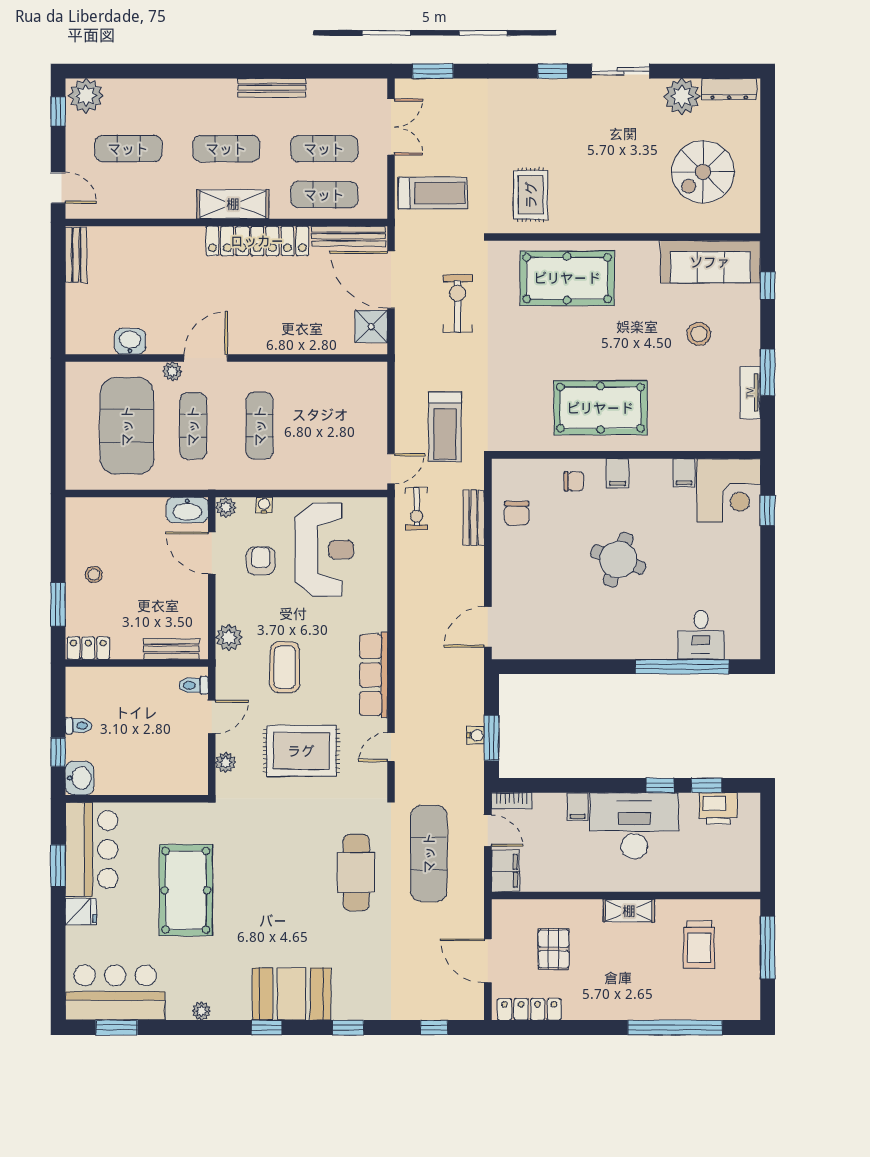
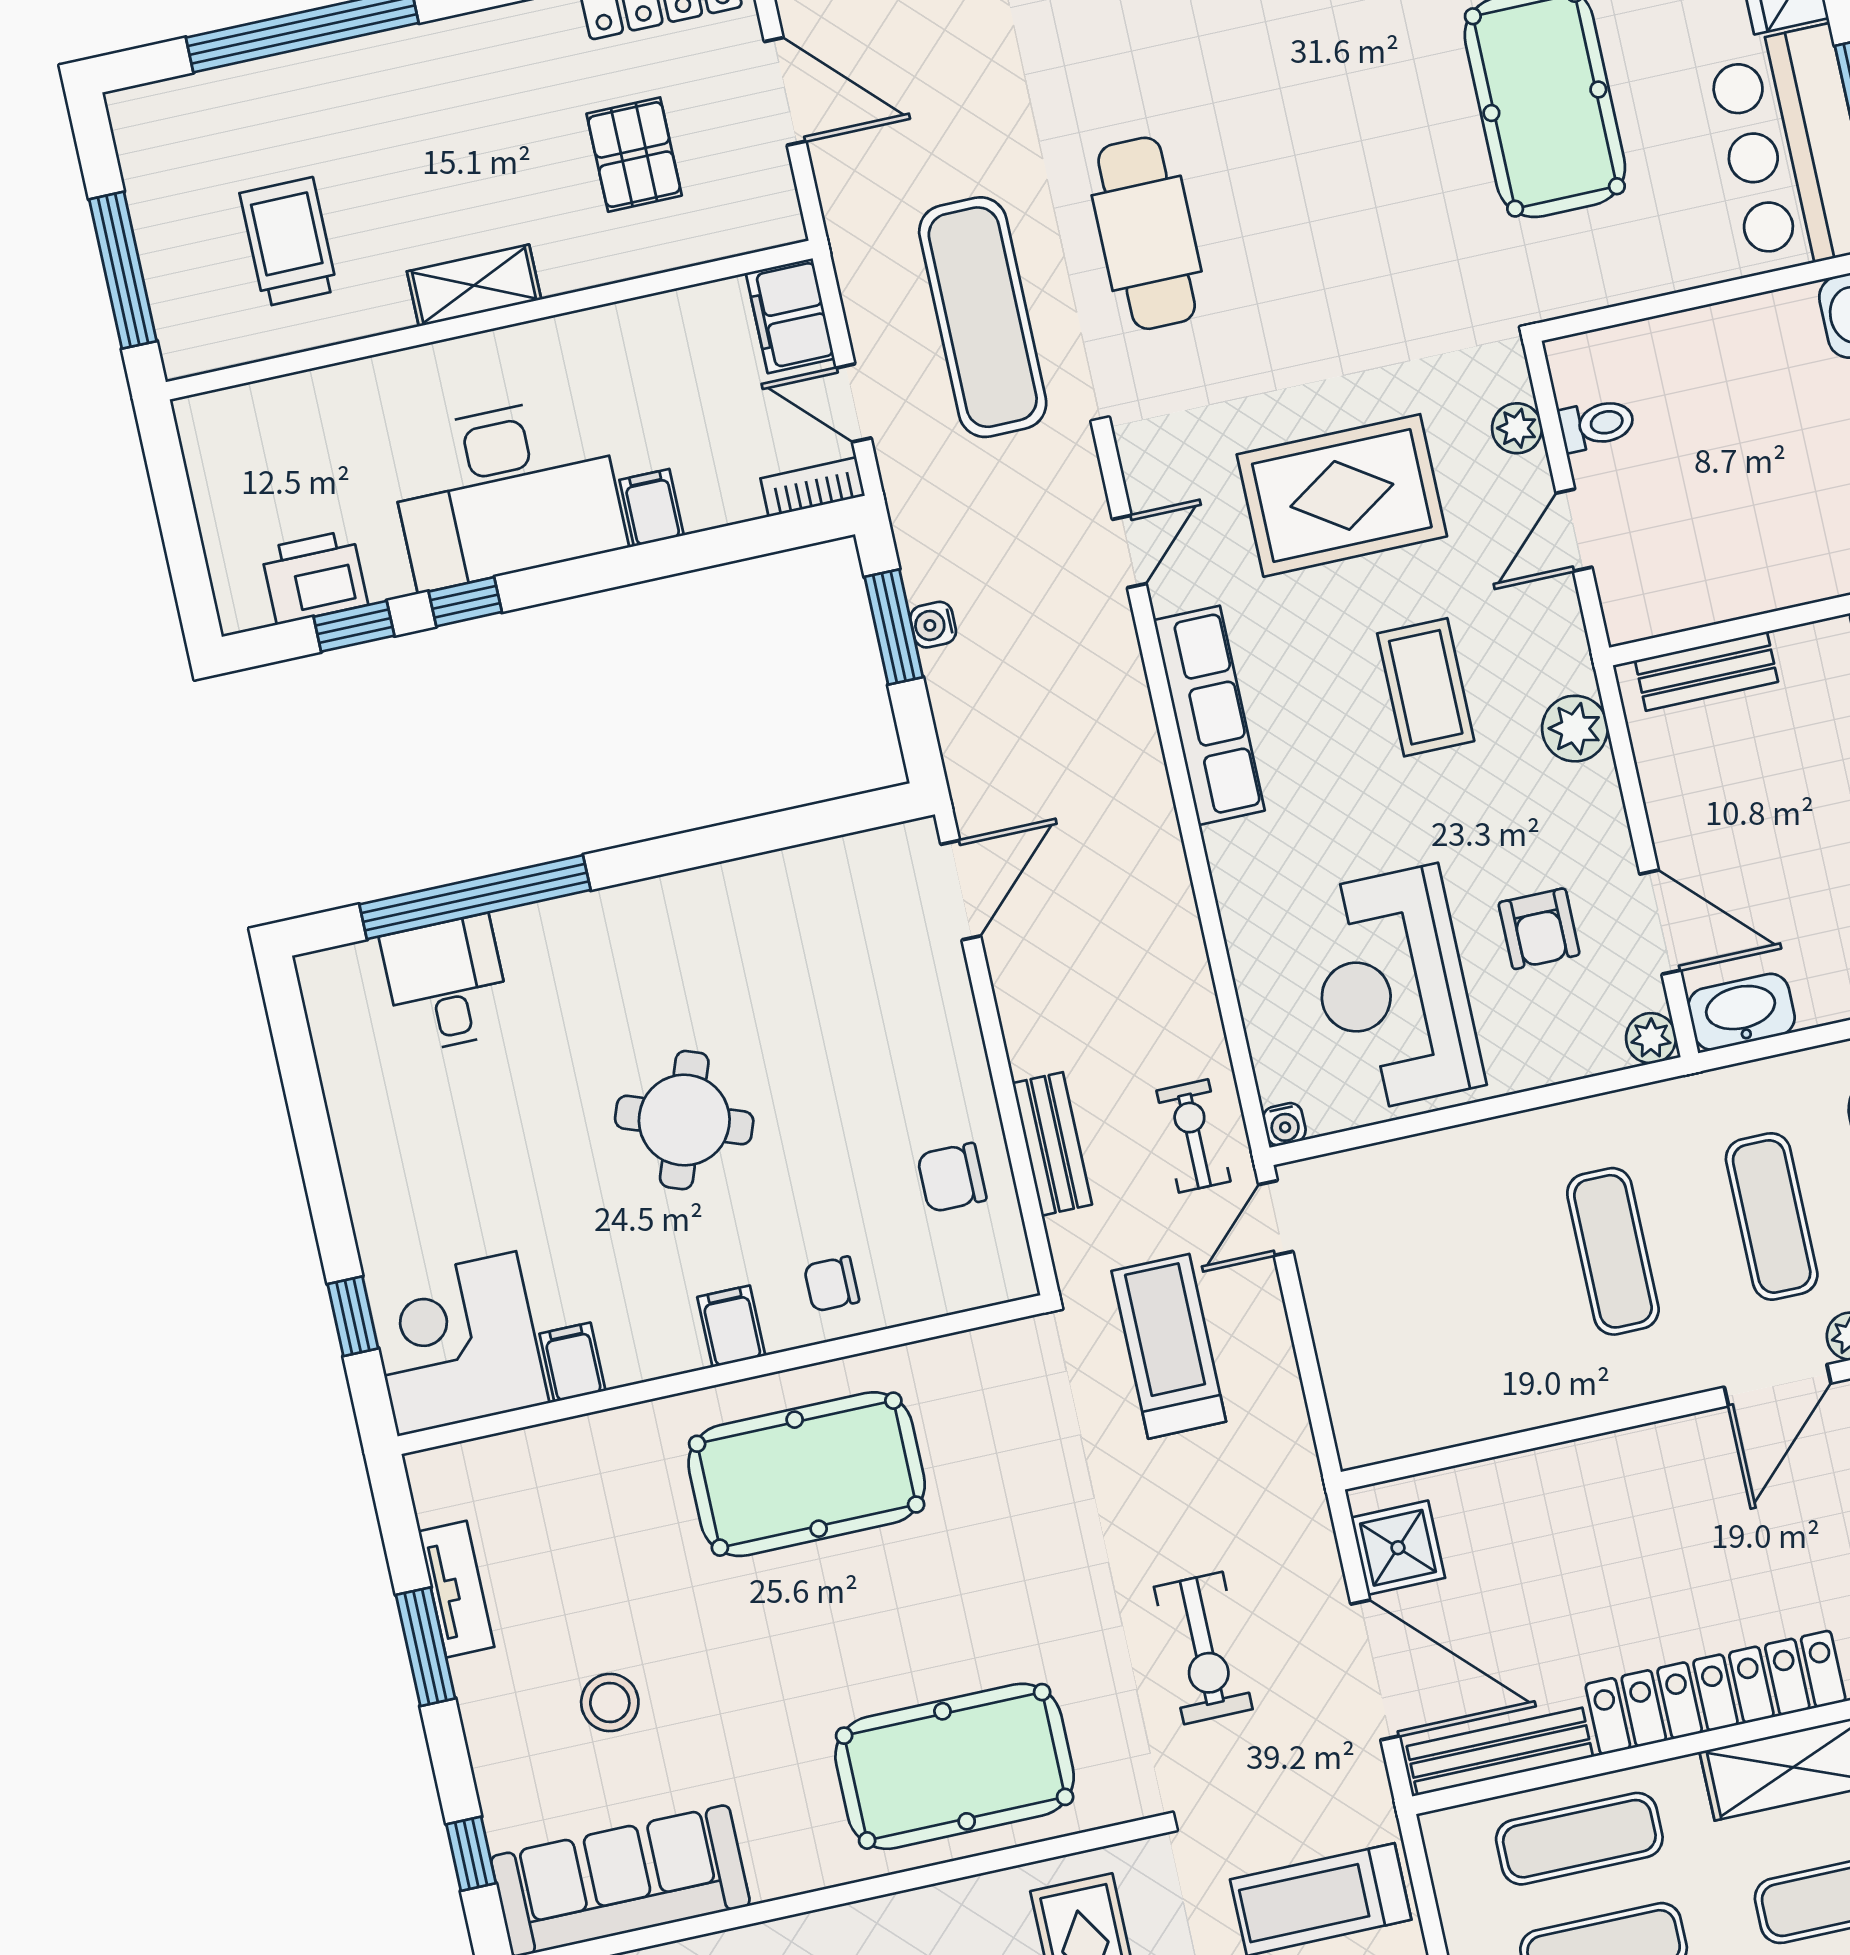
water cooler: (264, 505) -> (1284, 1124), moved
chair: (517, 513) -> (952, 1178), turned -90
toilet: (193, 685) -> (1597, 424), moved

